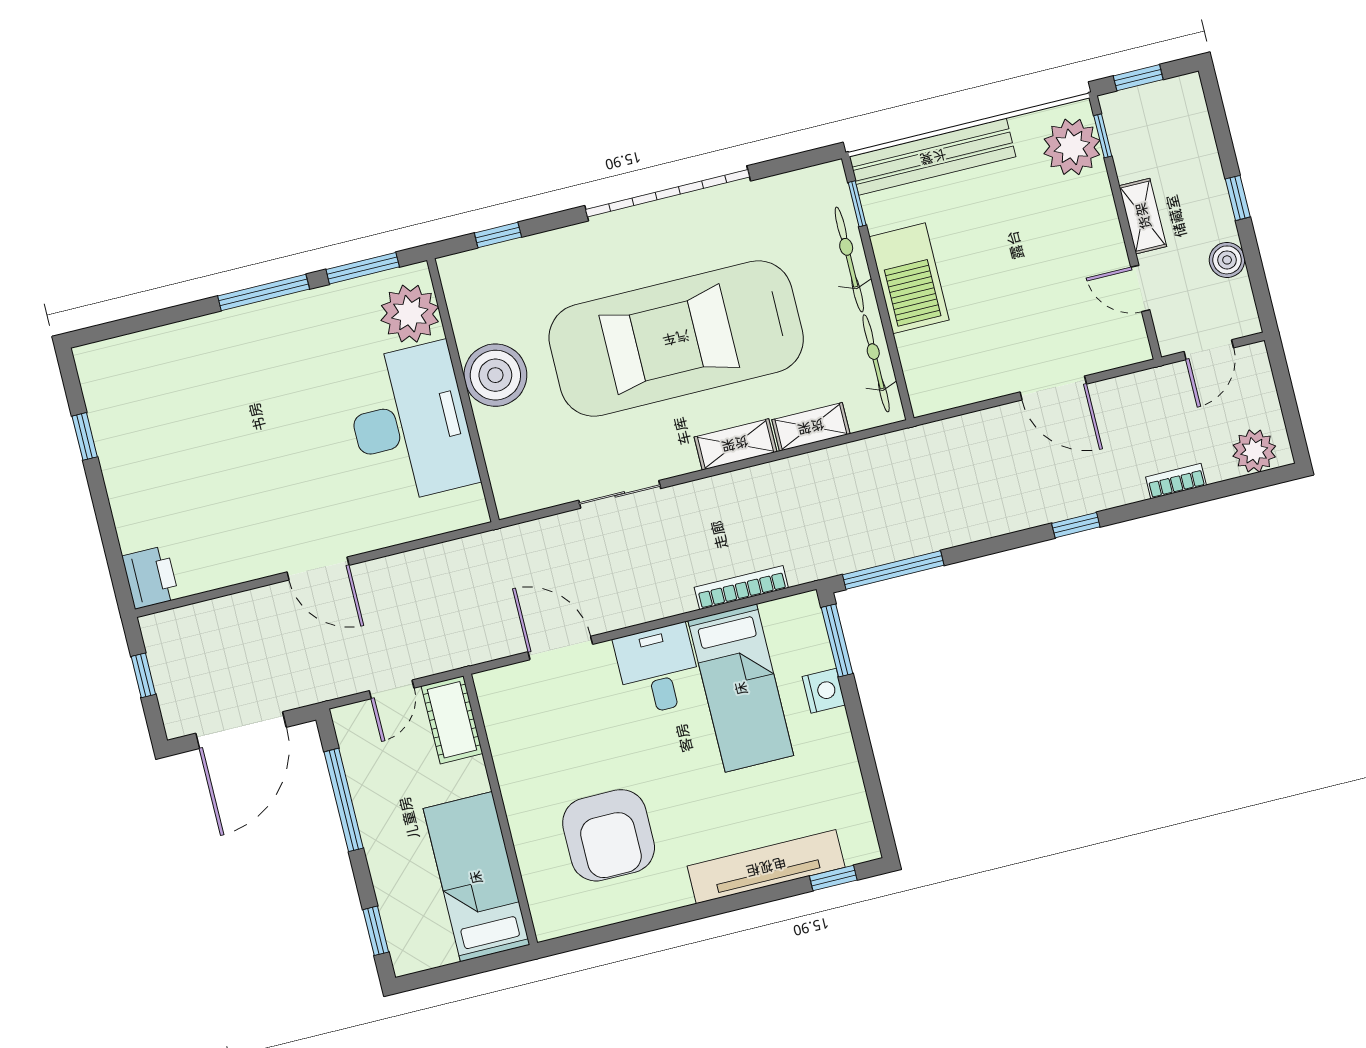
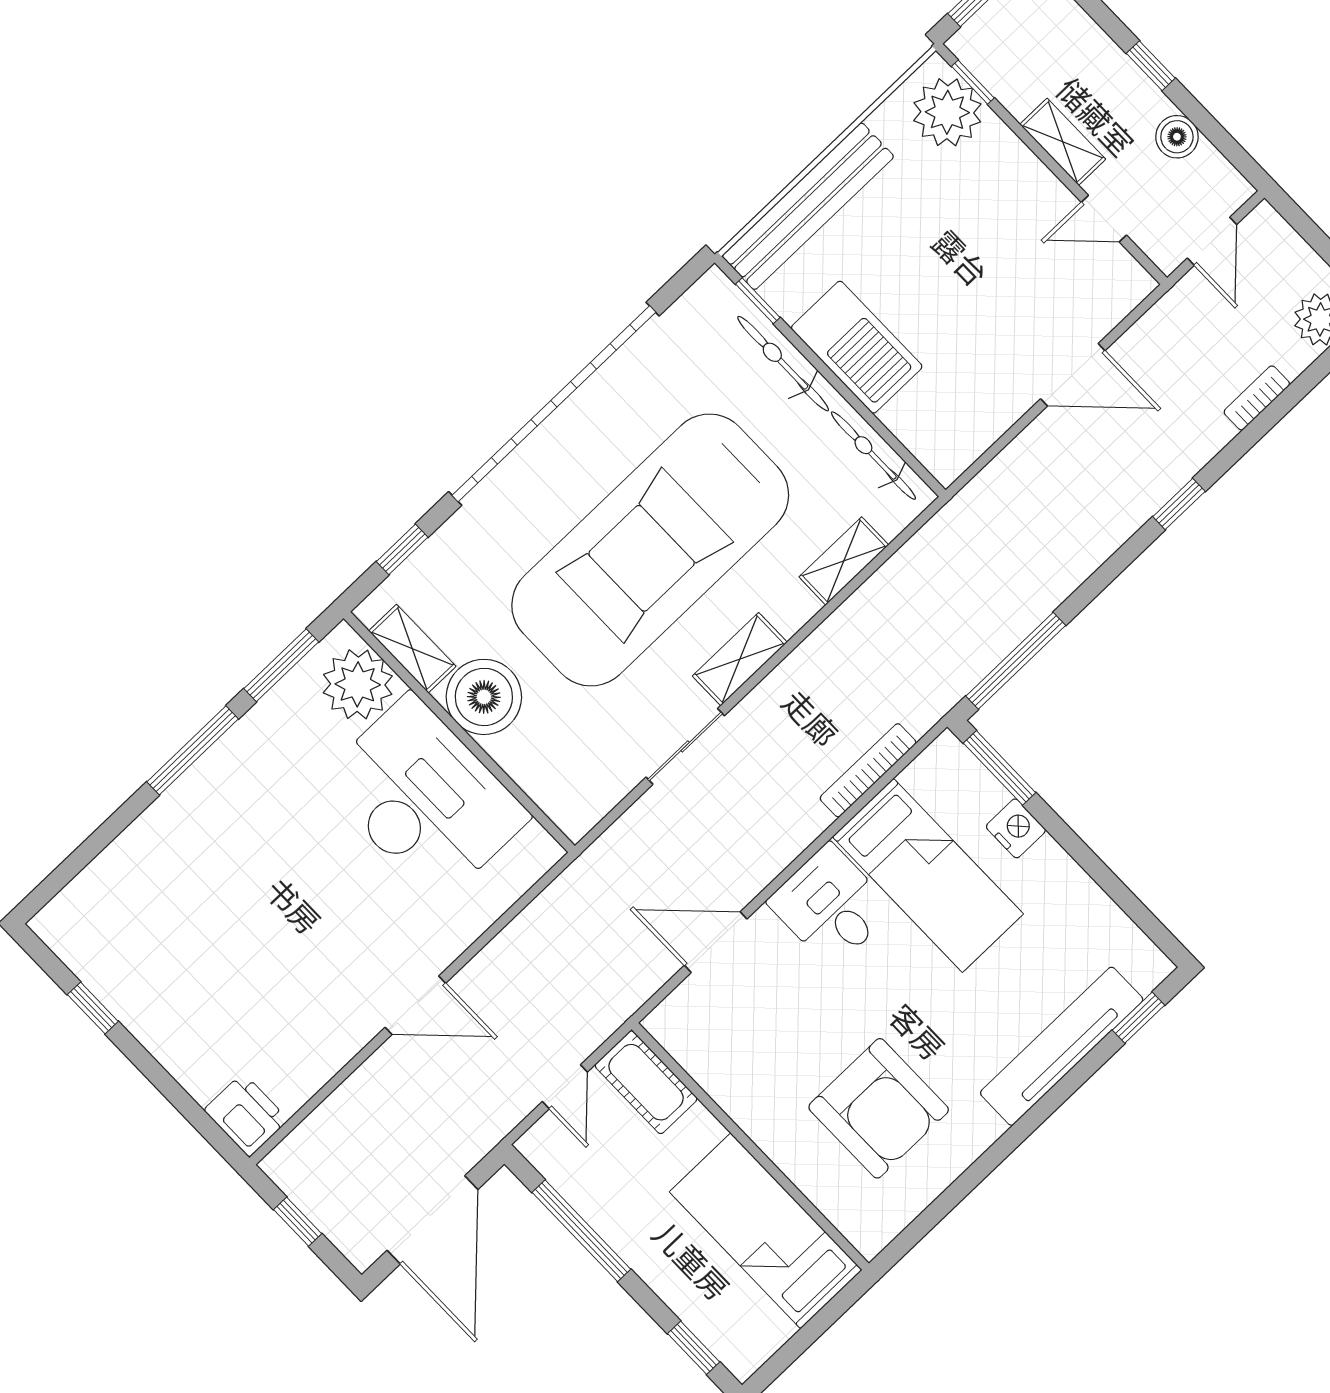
garage door: (668, 193) -> (554, 404), width x1.36
shelving: (464, 311) -> (412, 649), added
shelving: (735, 444) -> (740, 659), moved

